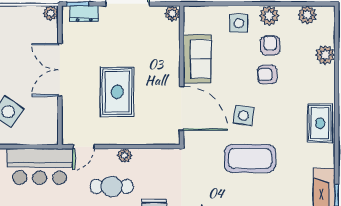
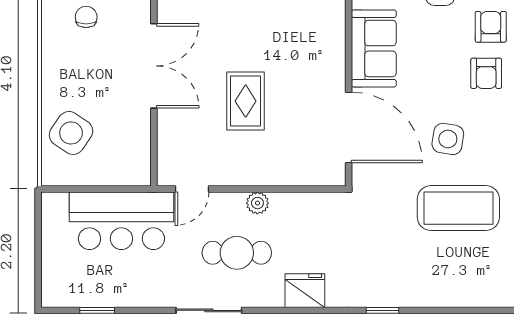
chair: (18, 39) -> (86, 17), added
double door: (60, 70) -> (154, 66), swing flipped
armchair: (267, 74) -> (486, 73), turned -90
rug: (117, 92) -> (246, 101), width x0.73, depth x0.70

